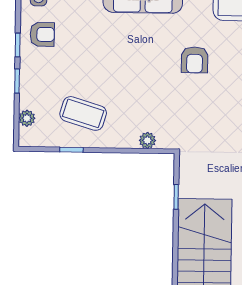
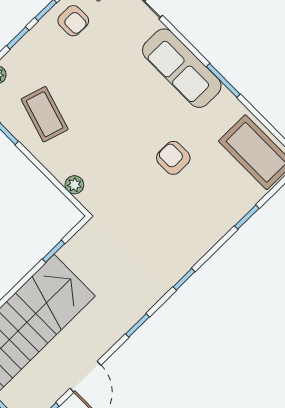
armchair: (195, 60) -> (173, 158), turned 90

